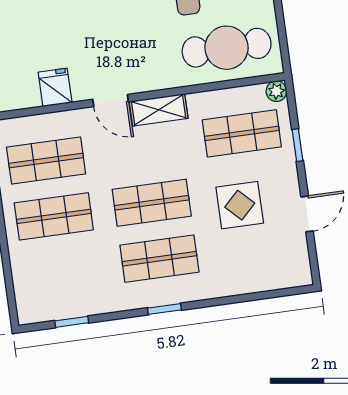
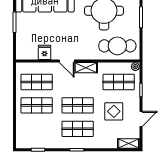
shelving: (286, 277) -> (129, 144), added

